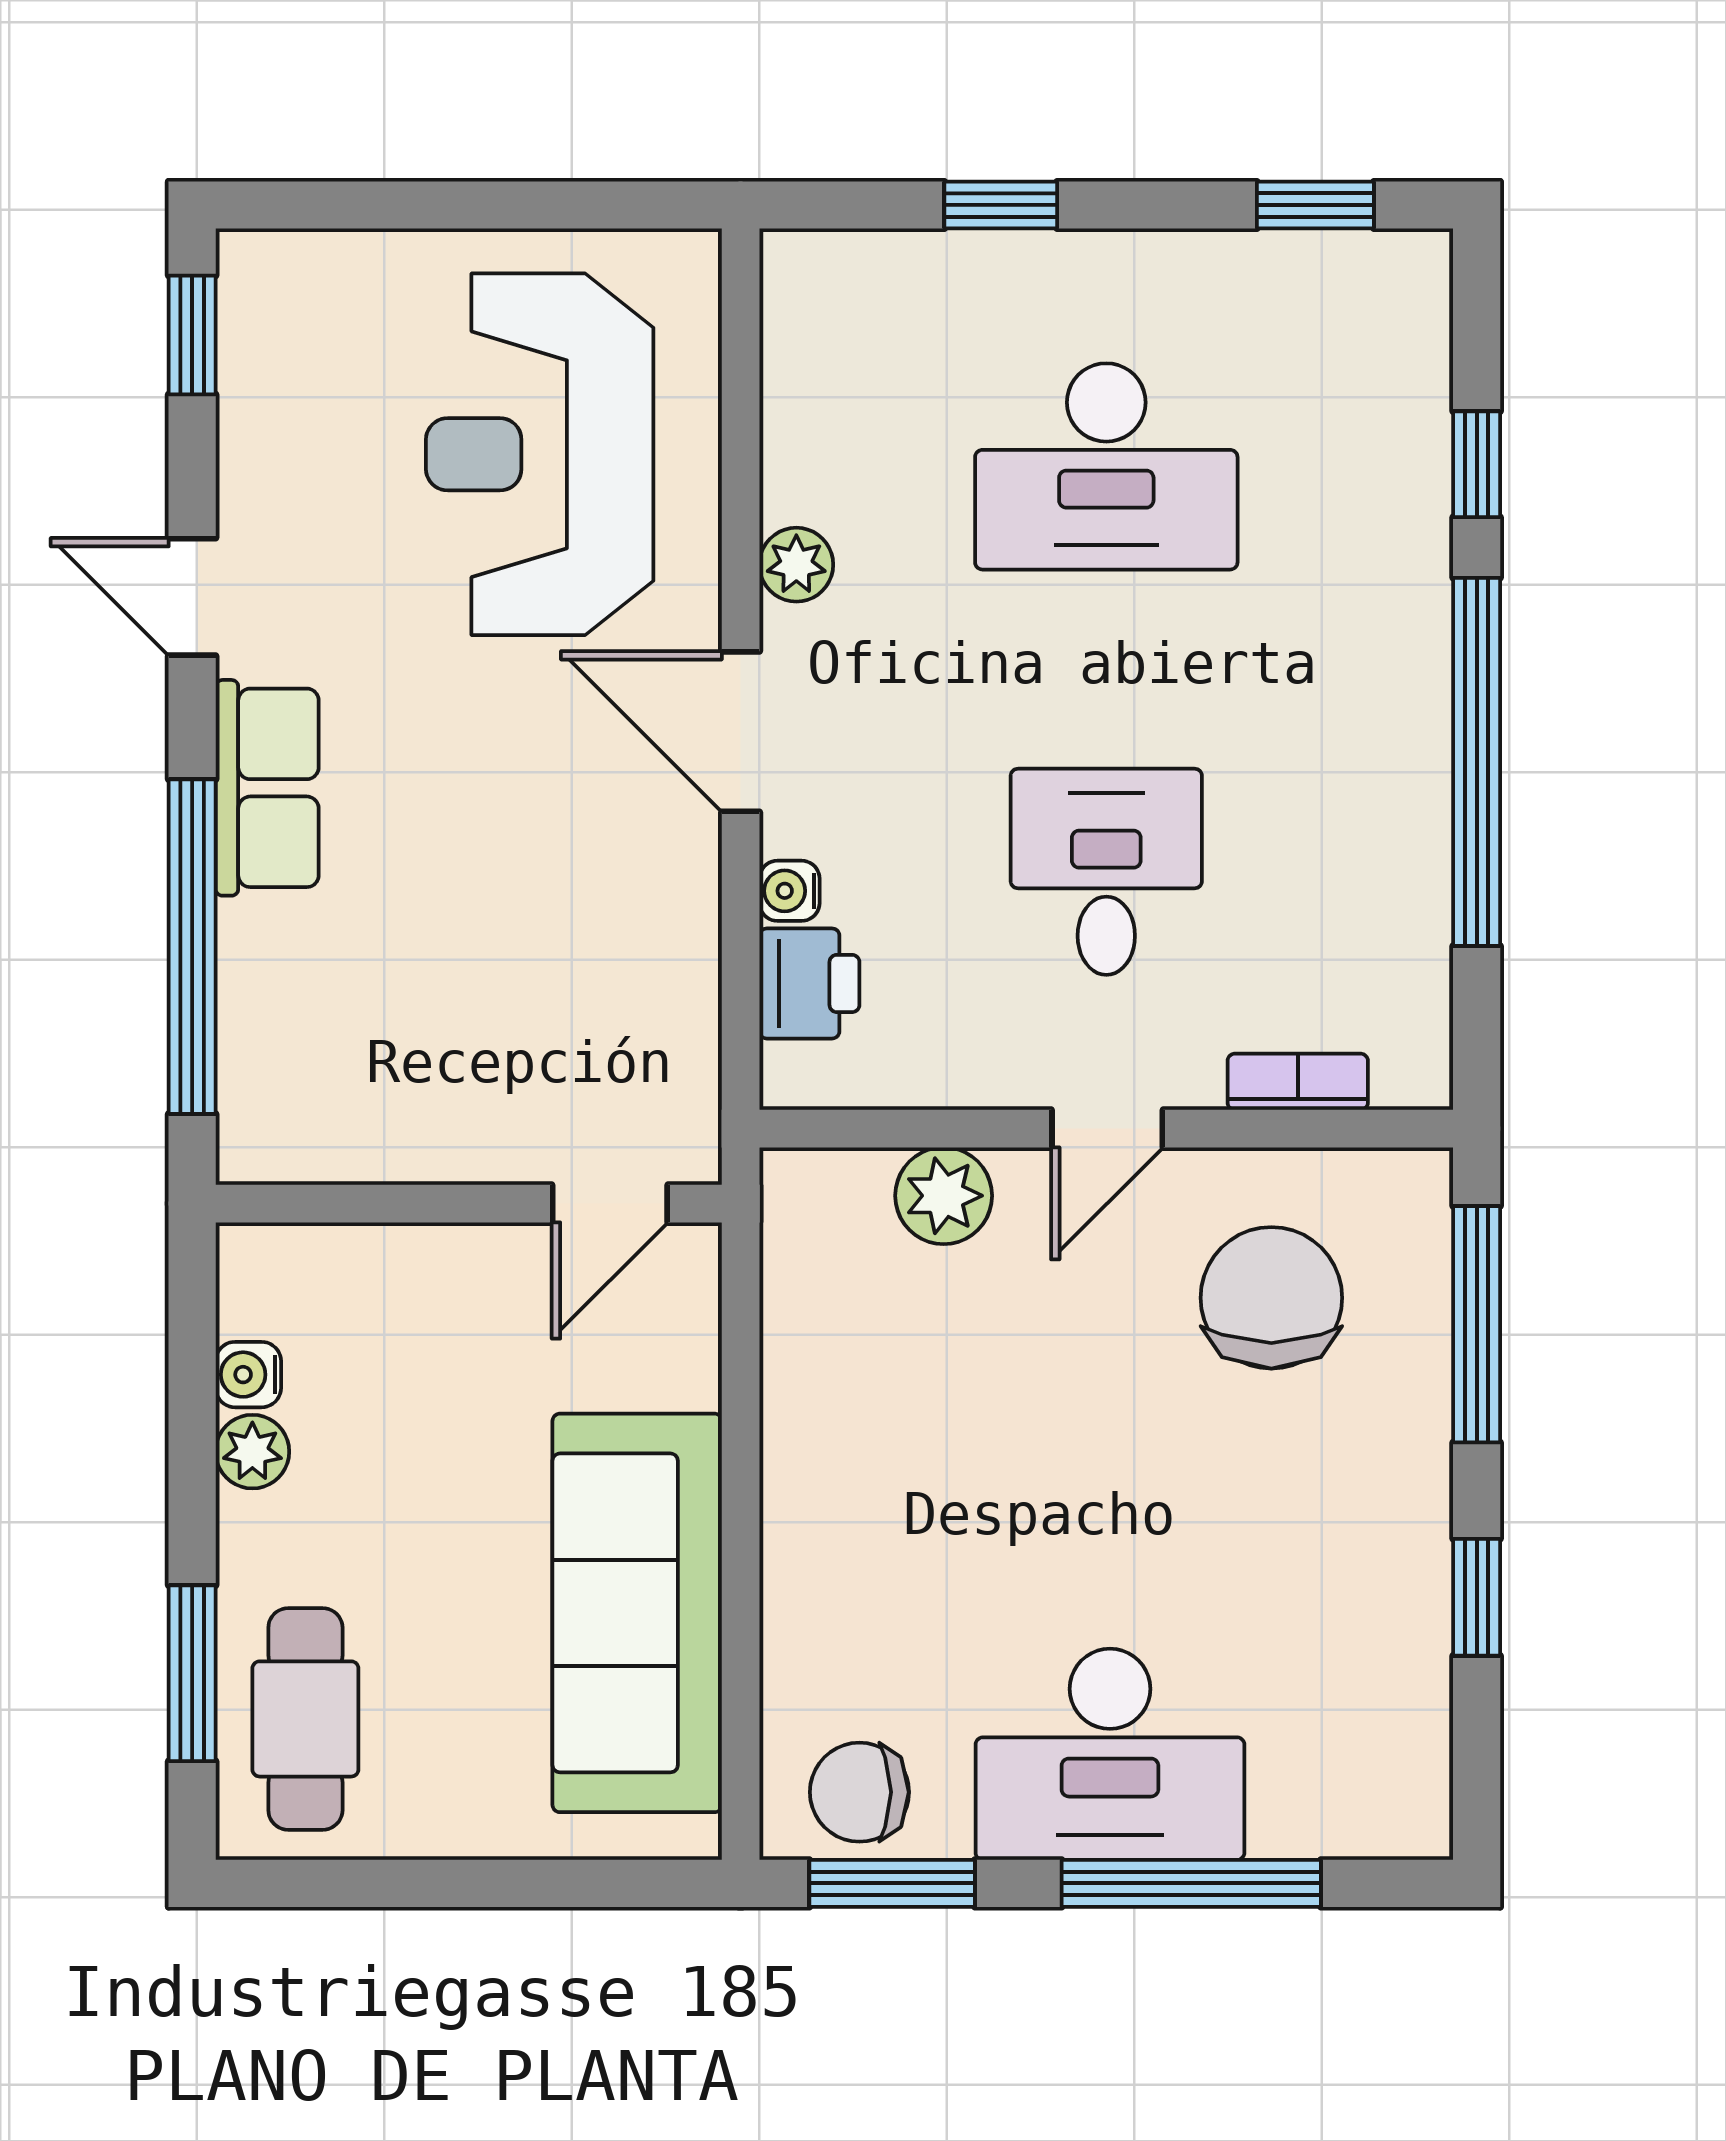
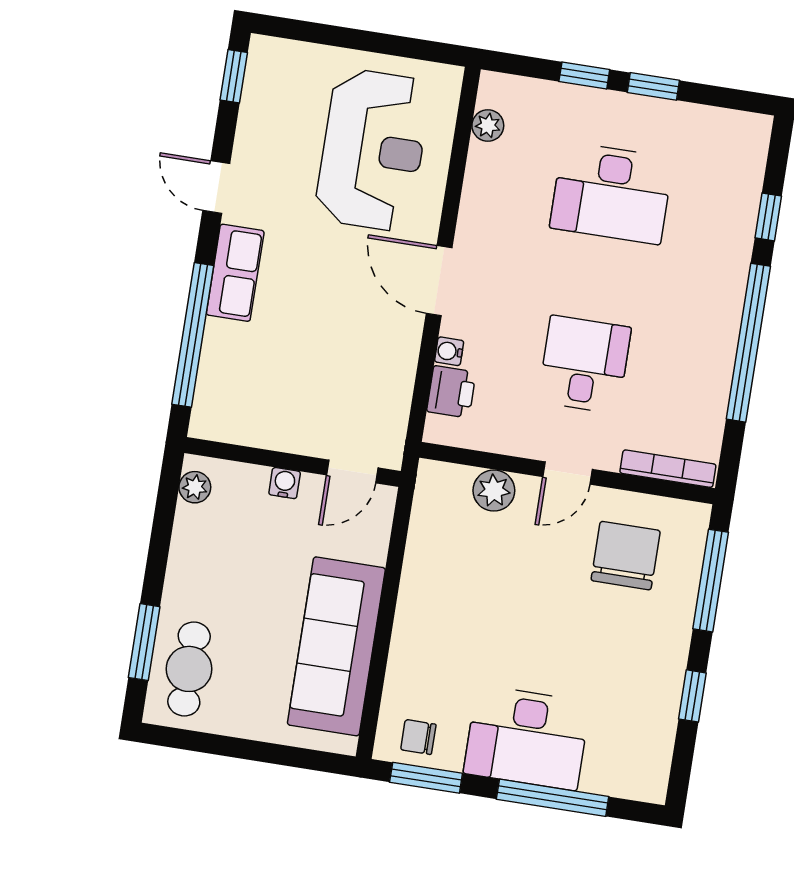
window: (1315, 205) -> (653, 86), moved
reception desk: (540, 454) -> (373, 150), turned 180
plant: (796, 565) -> (488, 126), moved
bookcase: (1298, 1082) -> (668, 469), width x1.56
water cooler: (248, 1375) -> (285, 483), moved, turned 90
plant: (252, 1452) -> (195, 487), moved
chair: (859, 1792) -> (418, 737), width x0.73, depth x0.73

